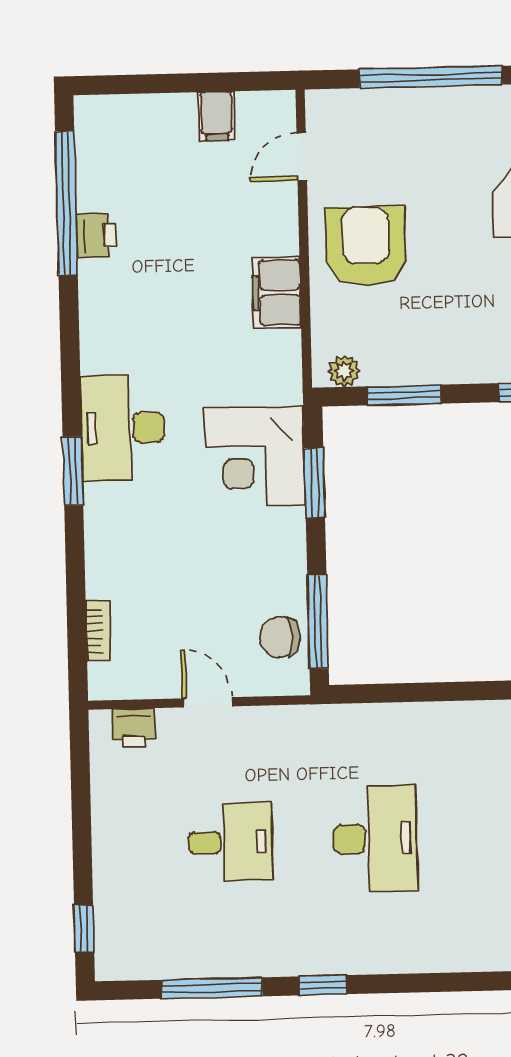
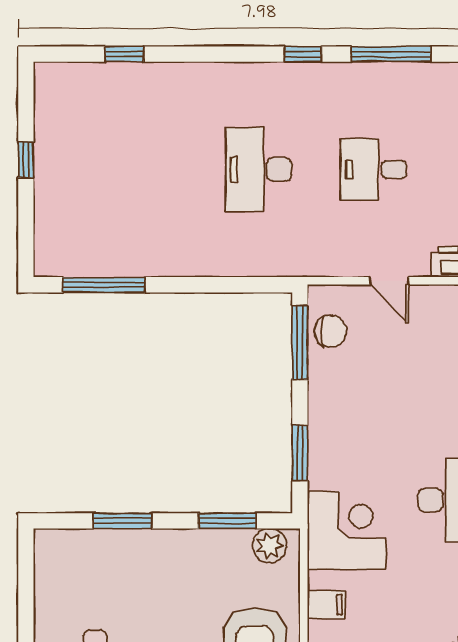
filing cabinet: (277, 293) -> (326, 605), width x0.50
plant: (344, 371) -> (270, 546), width x1.38, depth x1.38
corner desk: (255, 457) -> (347, 530), moved

